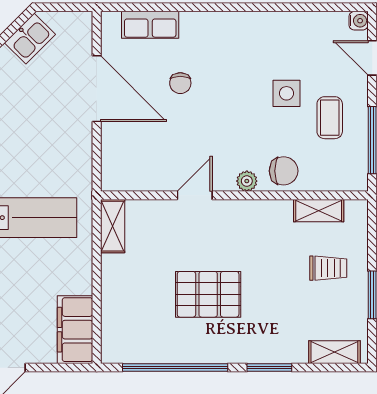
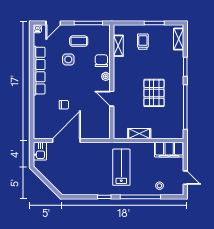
row of seats: (150, 25) -> (39, 71), moved, width x2.02
kitchen sink: (30, 39) -> (40, 151), moved, turned 45
shelving: (113, 226) -> (139, 134), moved

